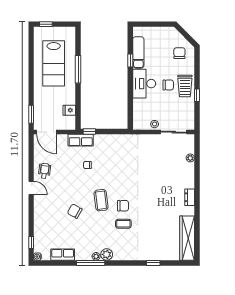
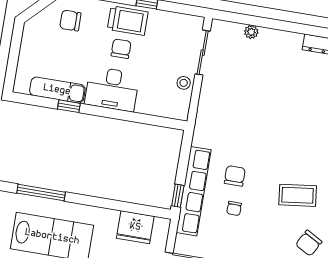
window: (78, 69) -> (41, 193), moved
fridge: (69, 110) -> (135, 227), width x1.88, depth x1.34
row of seats: (81, 140) -> (194, 191), width x2.02
chair: (123, 206) -> (235, 176), moved

